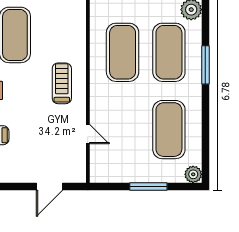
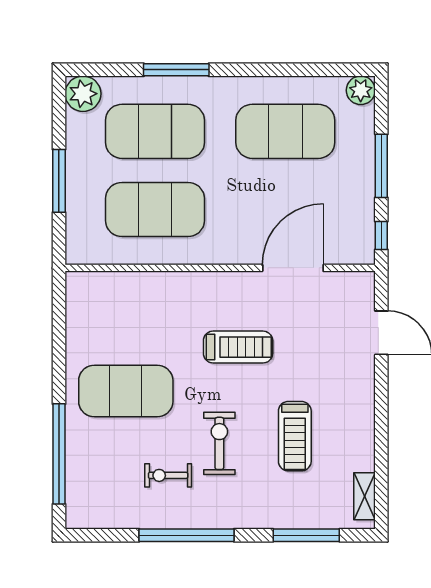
treadmill: (62, 83) -> (238, 347), moved, turned 180
door: (88, 134) -> (293, 268), width x1.88
window: (107, 187) -> (381, 235), added

